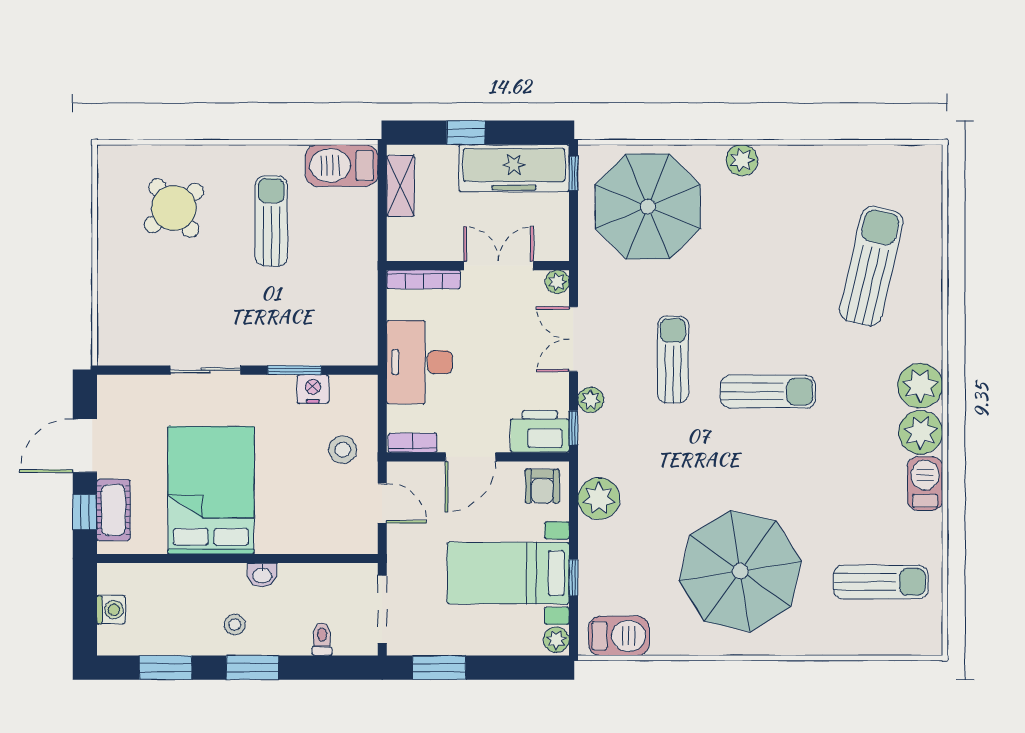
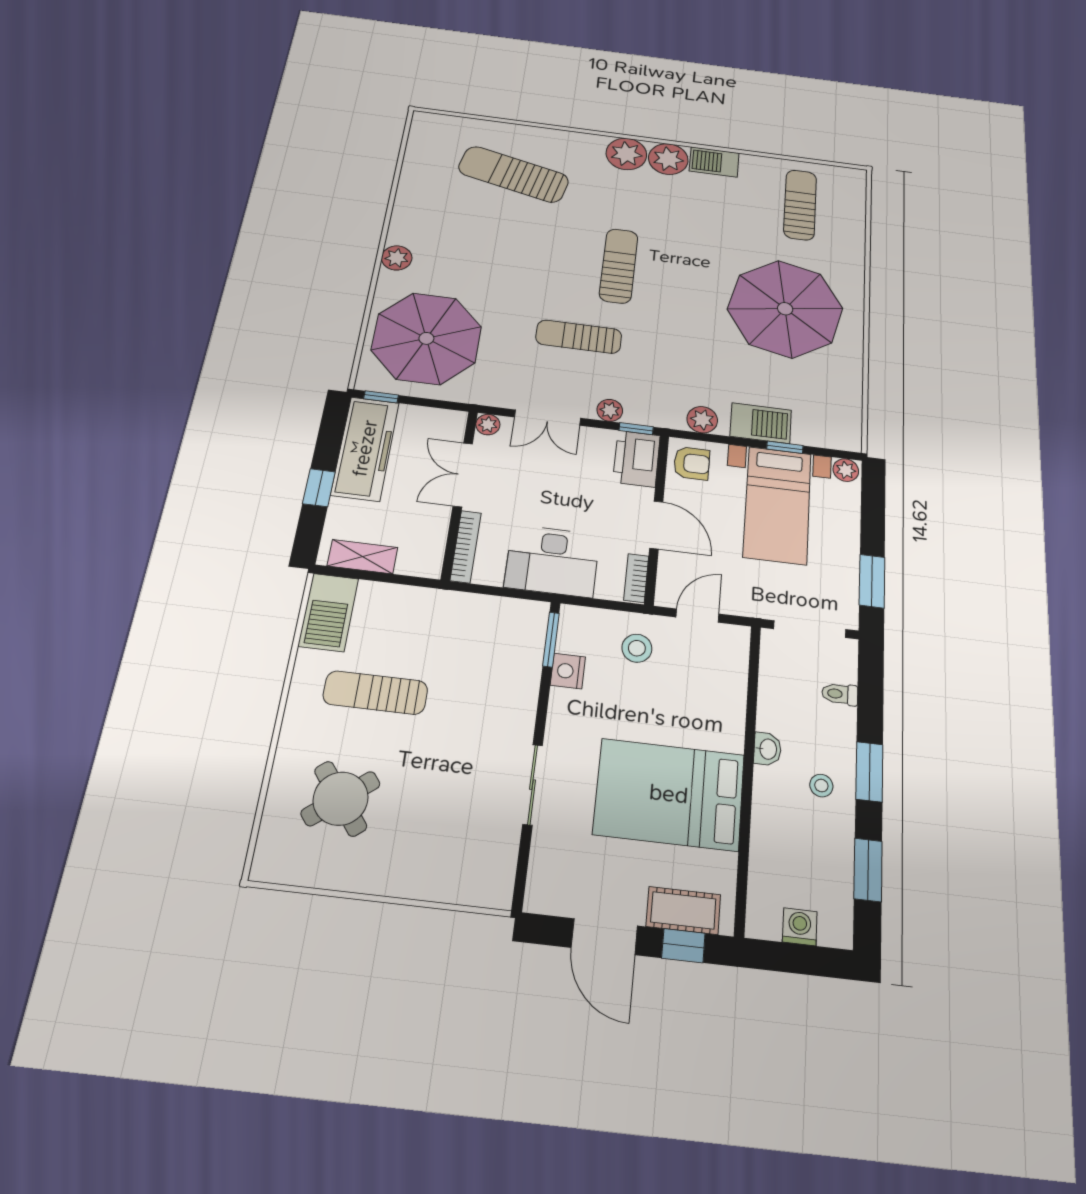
window: (294, 370) -> (551, 639), moved
plant: (599, 499) -> (702, 420), width x0.73, depth x0.73
barbecue: (619, 636) -> (761, 423), moved, turned 90

